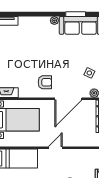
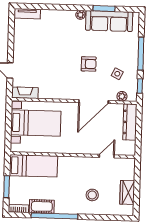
armchair: (45, 82) -> (89, 64), moved
door: (55, 148) -> (107, 156), moved

